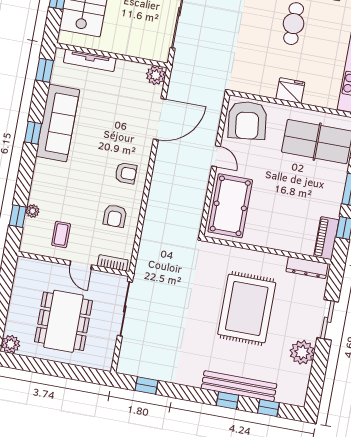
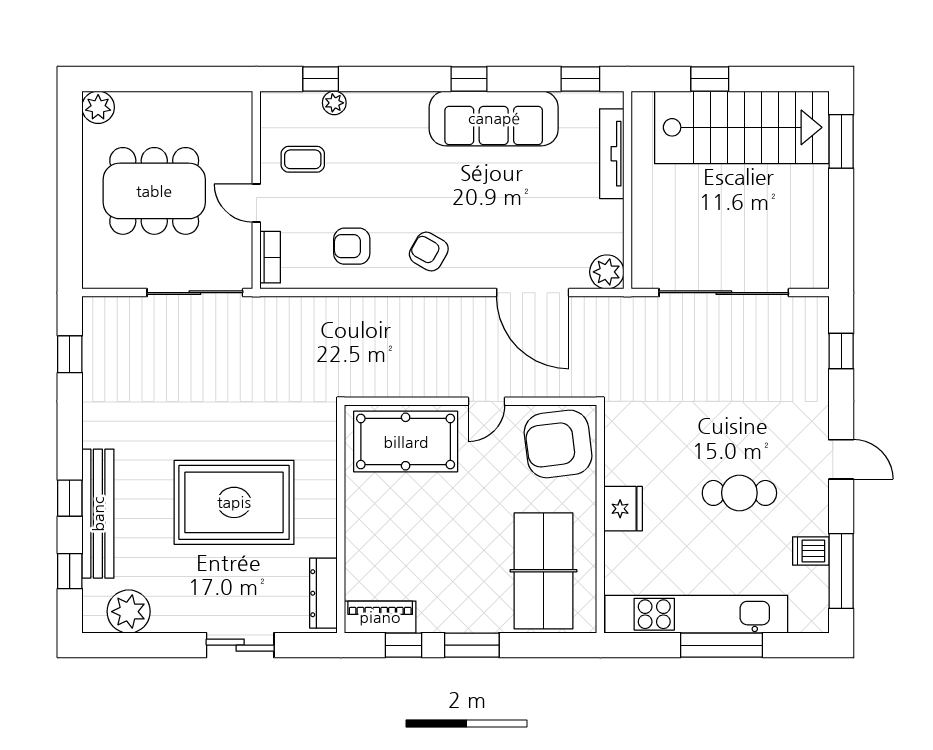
armchair: (126, 173) -> (429, 252), turned 120
door: (81, 265) -> (256, 203), hinge flipped
plant: (302, 352) -> (129, 612), moved

